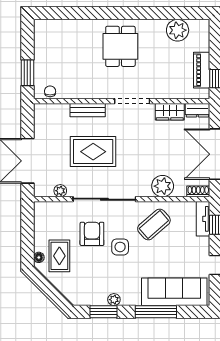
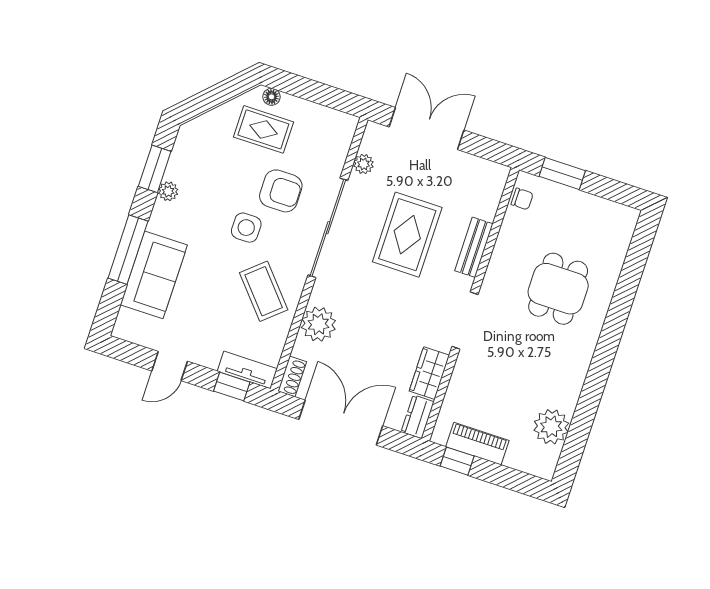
dining table: (120, 46) -> (558, 289), moved, turned 90
sofa: (174, 292) -> (154, 275), width x0.73

